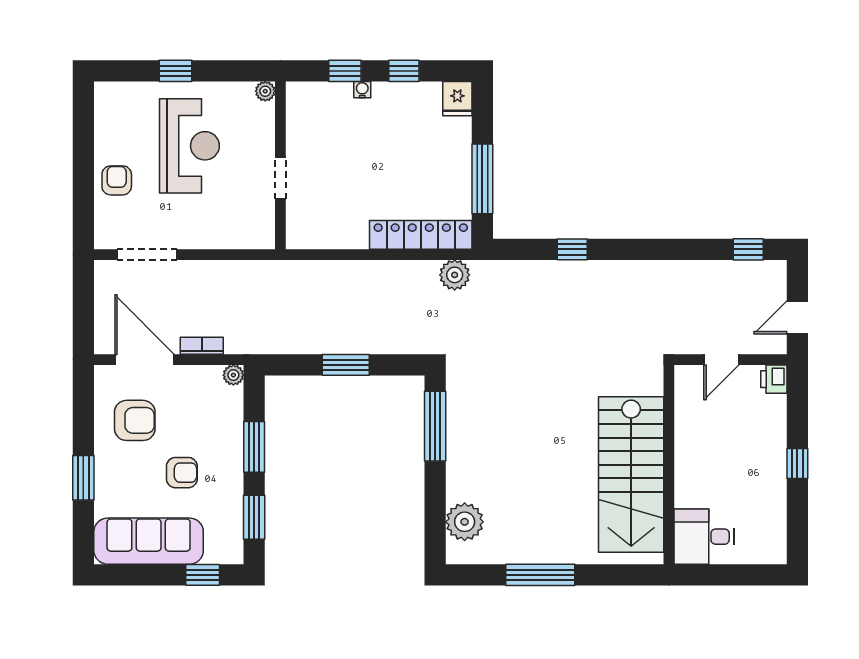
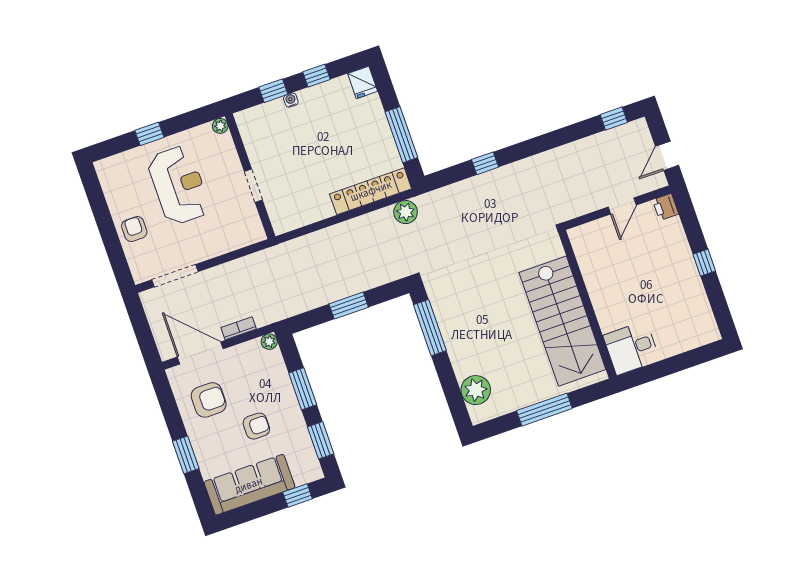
wall: (669, 465) -> (587, 304), moved
stairs: (631, 474) -> (562, 321), moved
desk: (704, 537) -> (631, 348), moved

